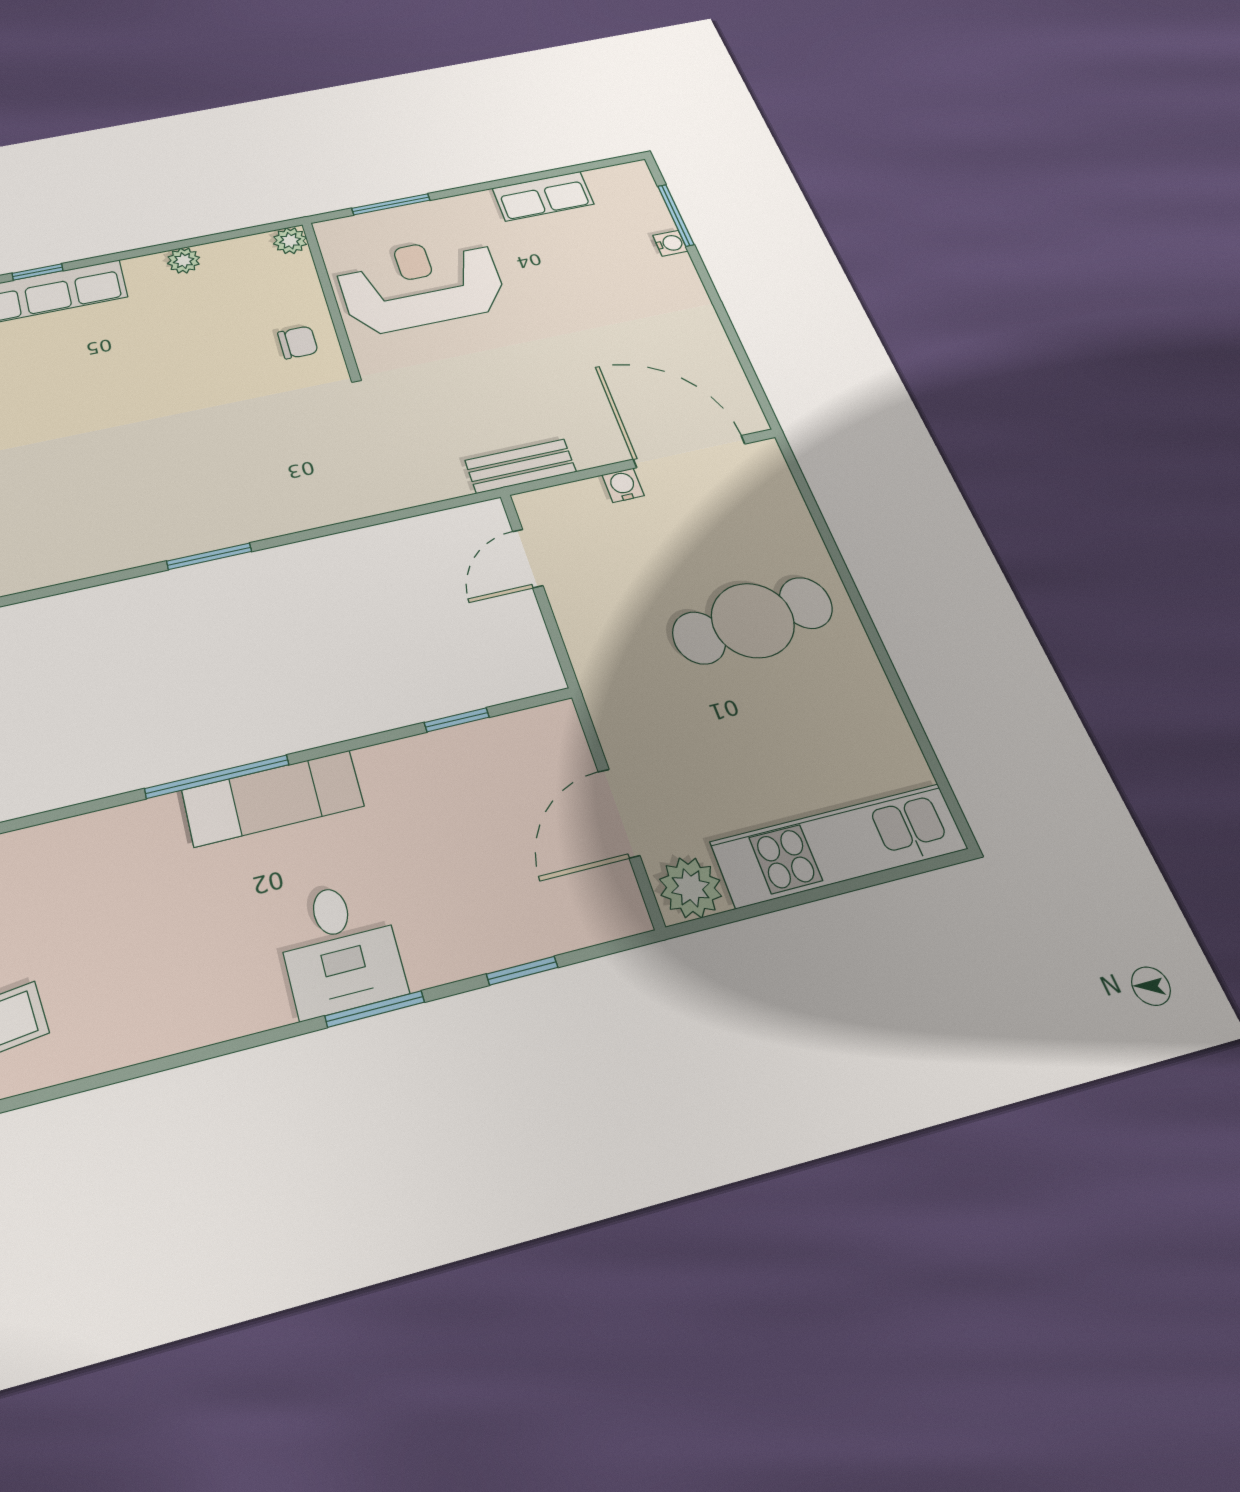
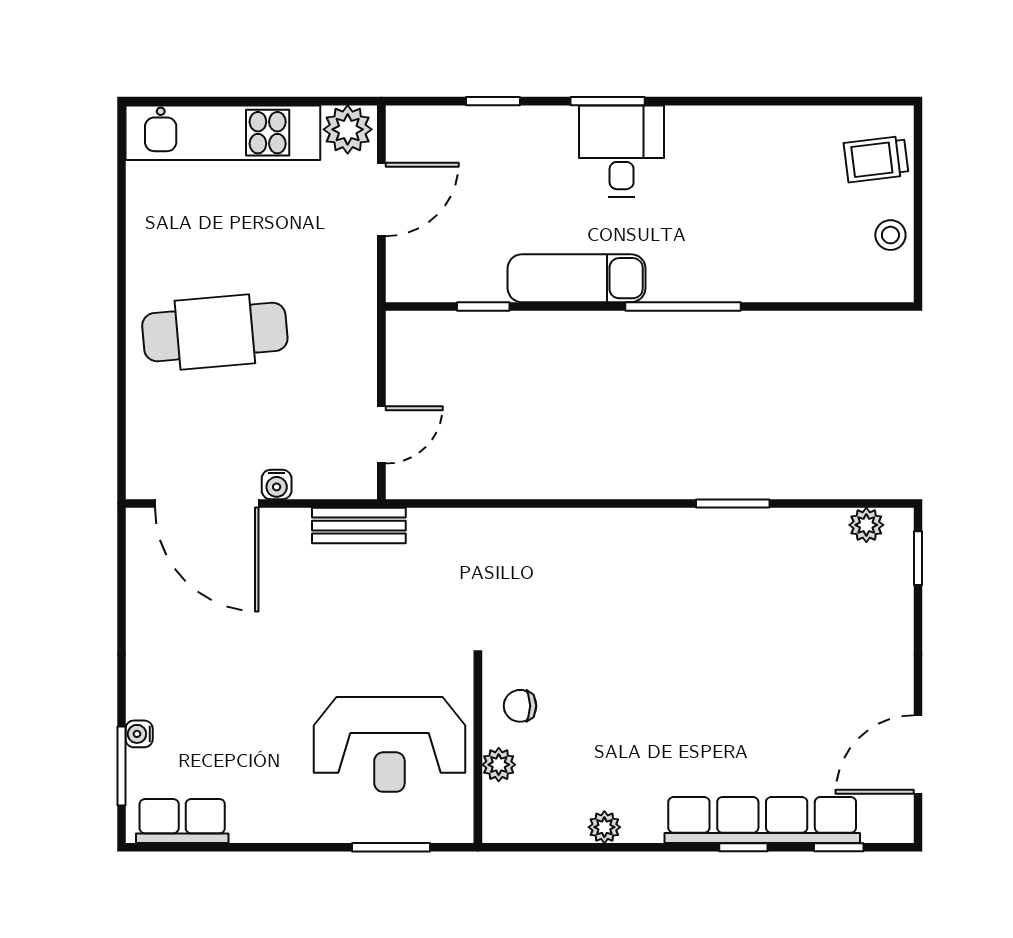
row of seats: (543, 196) -> (182, 821), moved
plant: (290, 241) -> (499, 765), moved
window: (209, 556) -> (733, 504), moved
exam couch: (273, 798) -> (577, 278), moved

